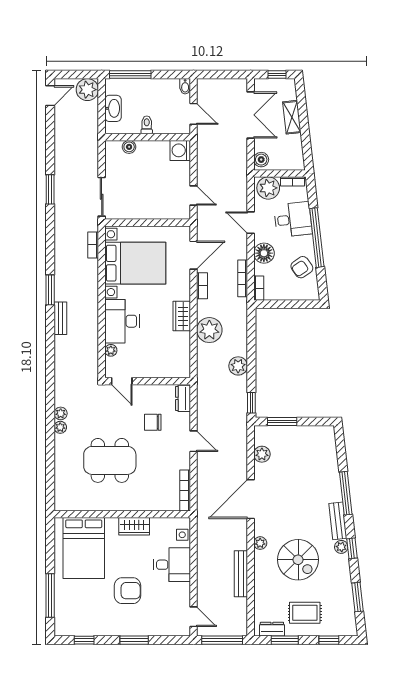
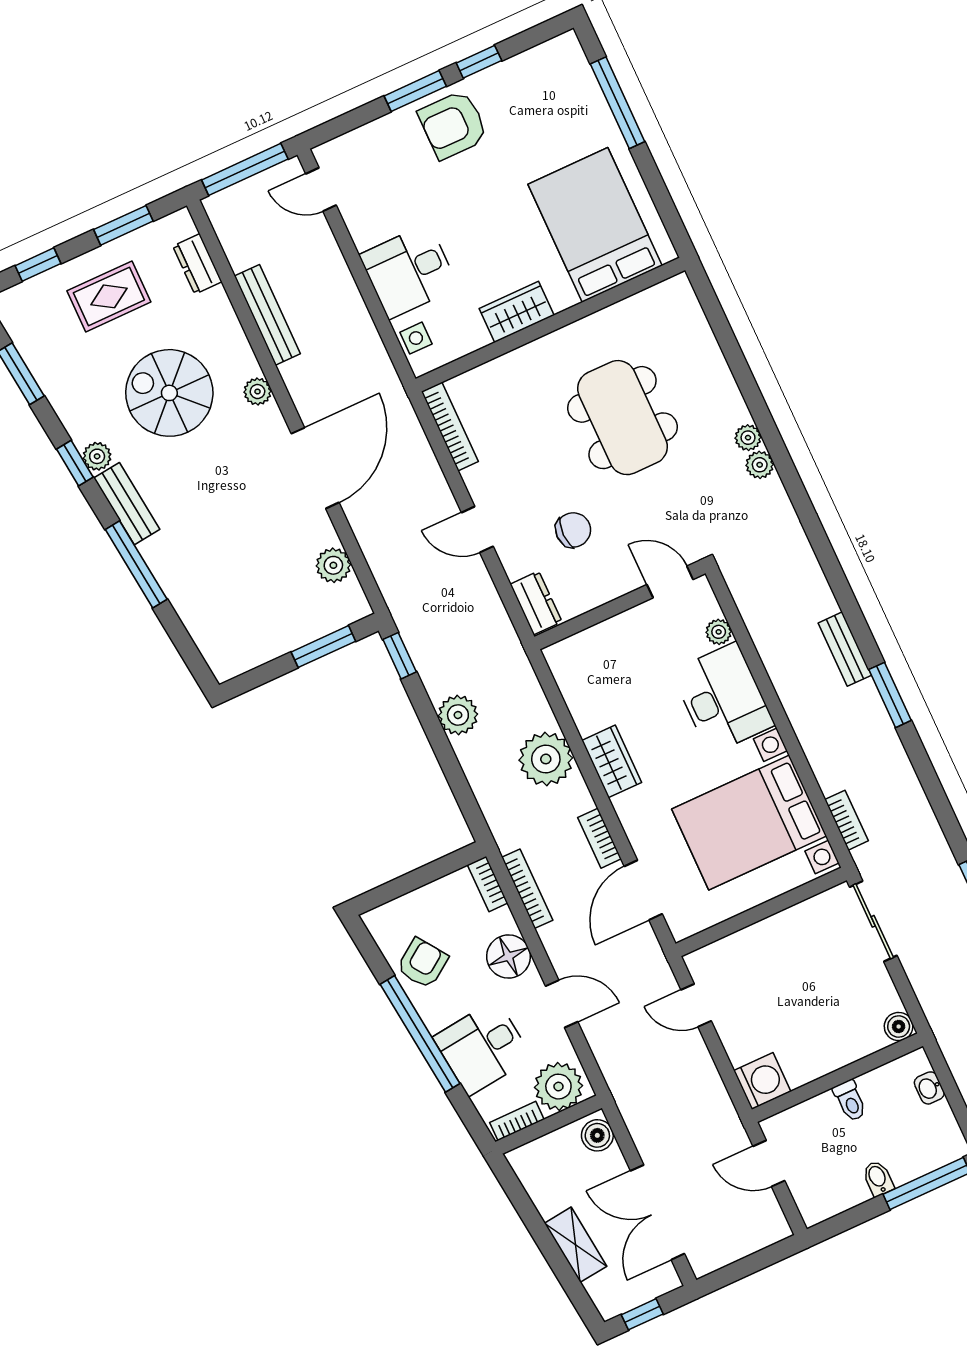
bidet: (185, 86) -> (878, 1178), moved
washbasin: (113, 108) -> (929, 1088), width x0.52, depth x0.69
boiler: (129, 147) -> (899, 1026), moved
dining table: (110, 460) -> (622, 418), turned 90
armchair: (127, 591) -> (453, 125), moved
dresser: (272, 629) -> (197, 264), moved, turned 90
window: (84, 640) -> (479, 62), moved

